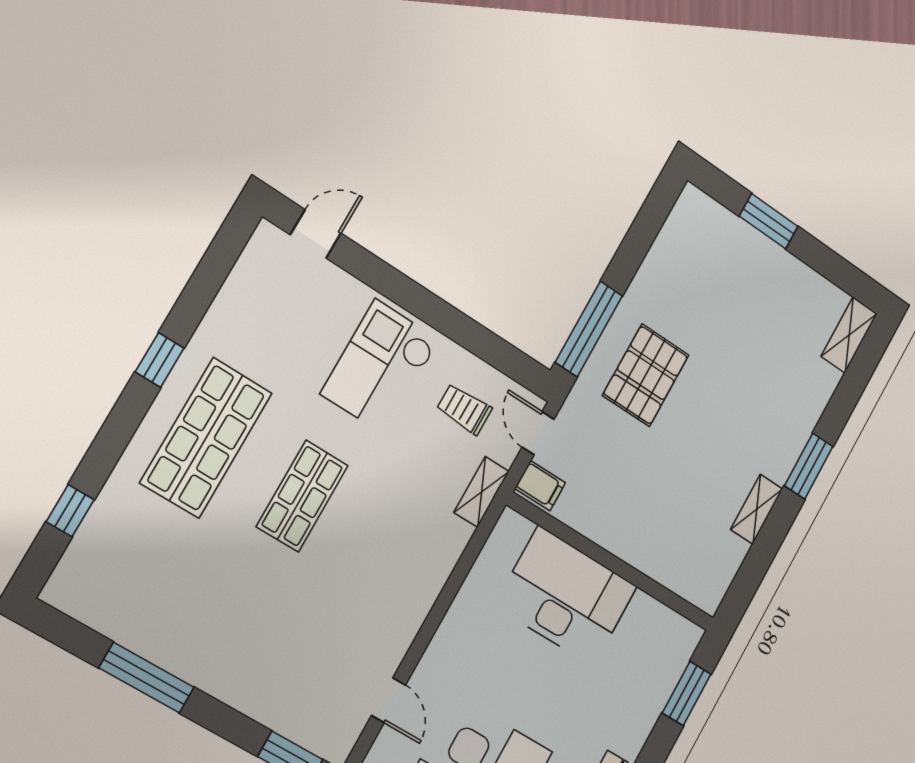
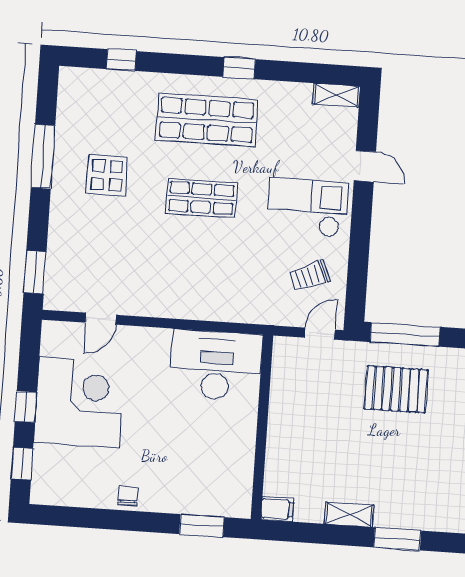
door: (316, 234) -> (365, 166), moved
trolley: (464, 409) -> (310, 276), turned -112
filing cabinet: (540, 486) -> (277, 509), moved, turned -90
shelving: (481, 492) -> (336, 95), moved
desk: (566, 596) -> (216, 365), moved, turned -90
display table: (213, 605) -> (107, 175), added

